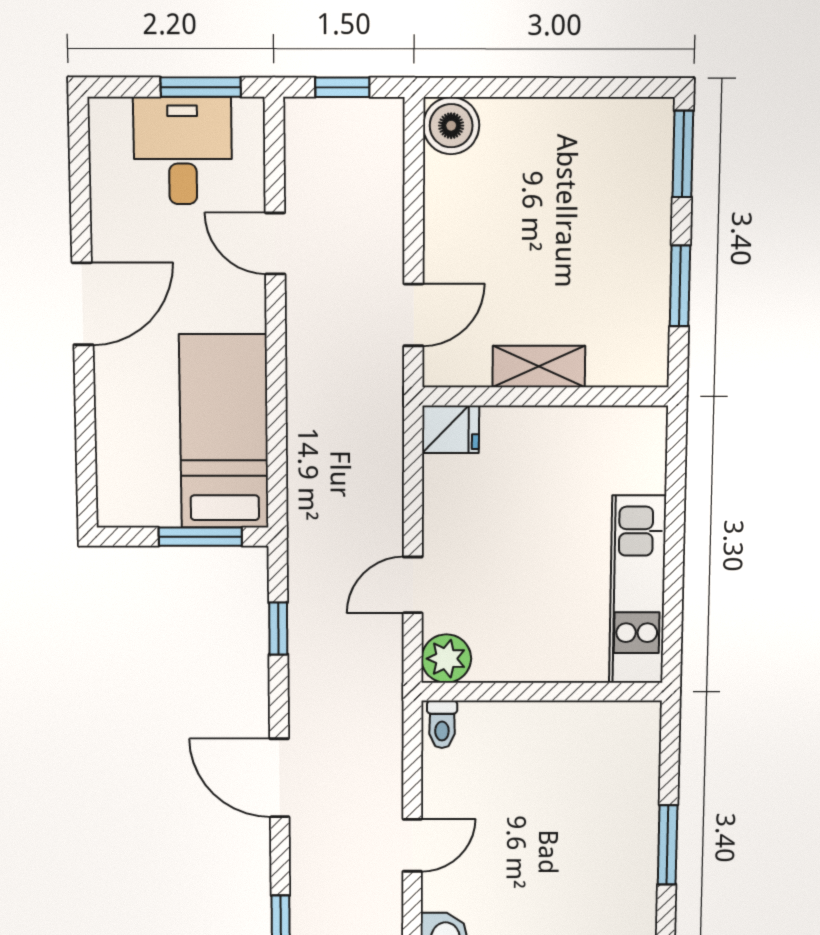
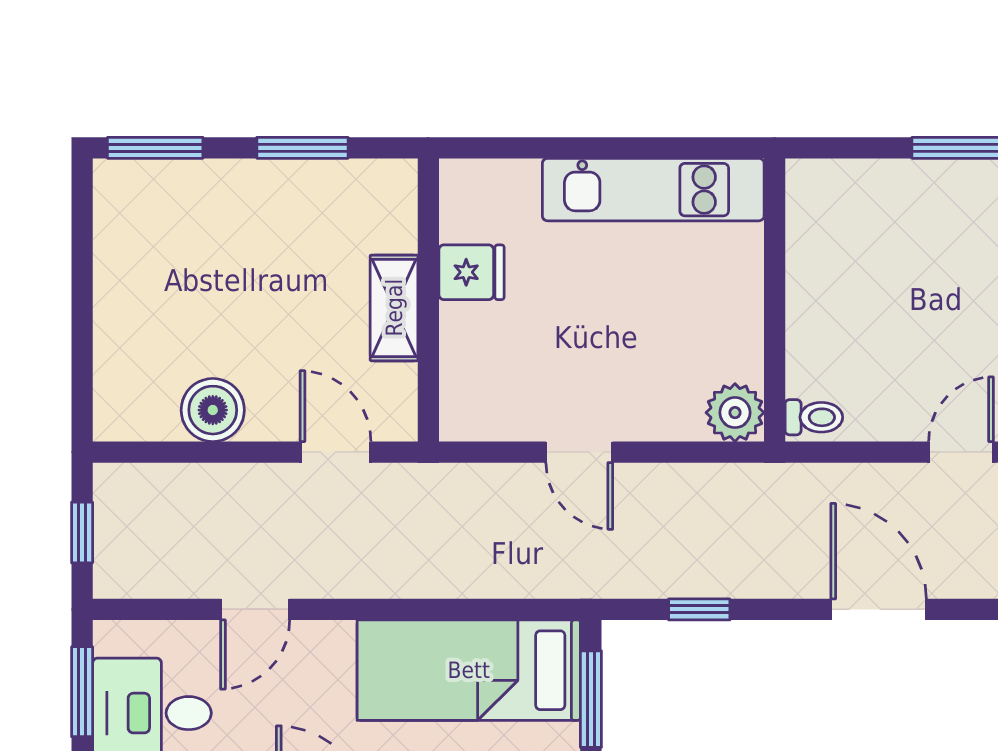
boiler: (451, 126) -> (213, 410), moved
fridge: (451, 429) -> (471, 272), moved, turned 90
door: (413, 585) -> (579, 452), moved
door: (279, 778) -> (879, 609), swing flipped
door: (412, 845) -> (961, 452), hinge flipped

